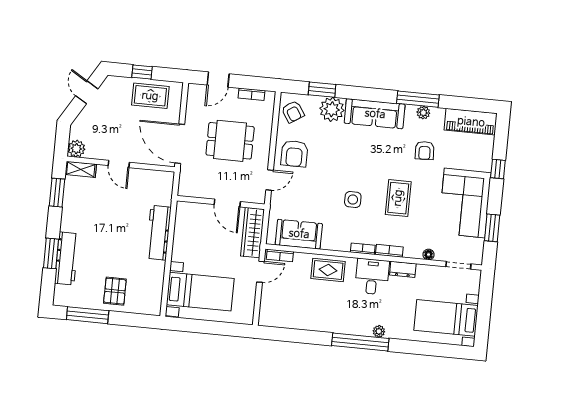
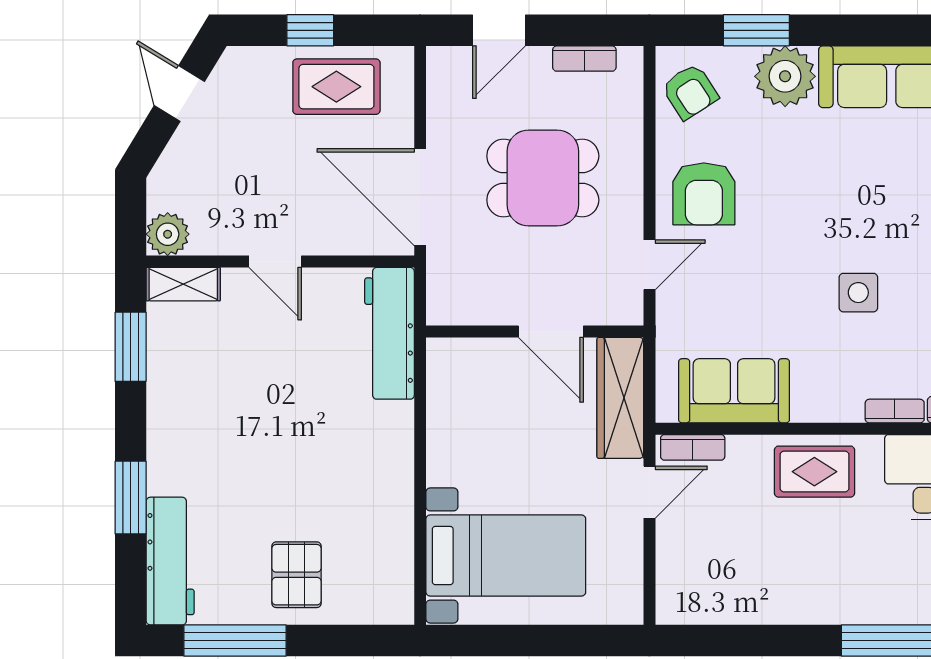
workbench: (159, 233) -> (390, 333), moved
workbench: (67, 258) -> (170, 561), moved

